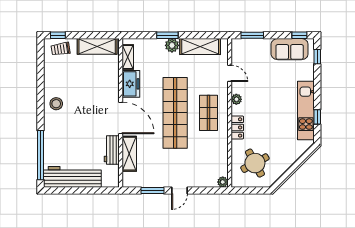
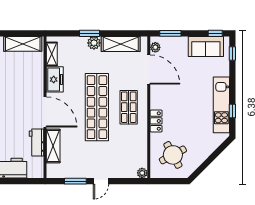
door: (230, 73) -> (149, 70), width x1.87
plant: (236, 99) -> (155, 47), moved

